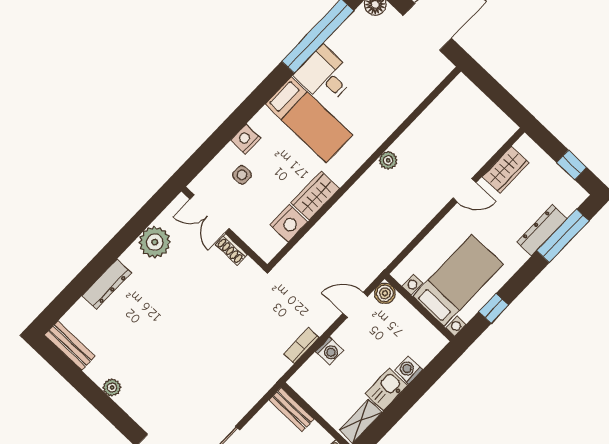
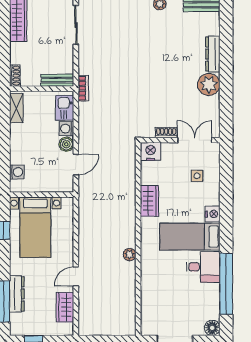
nightstand: (246, 139) -> (213, 214), moved
nightstand: (289, 223) -> (151, 152), moved, turned 90
plant: (155, 242) -> (209, 84), moved
boiler: (385, 293) -> (66, 144), moved
bookcase: (301, 346) -> (83, 88), moved
washing machine: (409, 370) -> (17, 172), moved
kitchen sink: (386, 389) -> (65, 108), moved, turned 180

